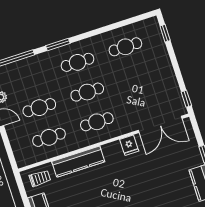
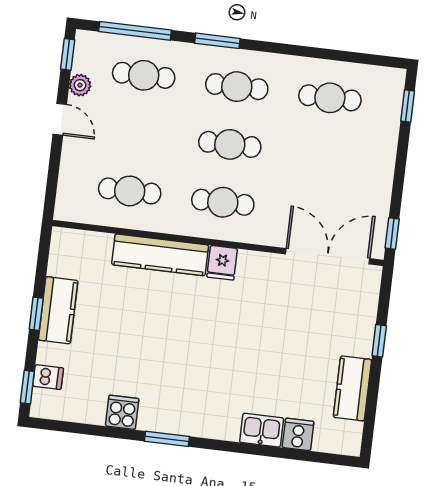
cafe table: (39, 108) -> (144, 75), moved
double door: (160, 124) -> (328, 256), swing flipped
fridge: (129, 145) -> (222, 263), moved
trolley: (40, 178) -> (82, 253), removed

